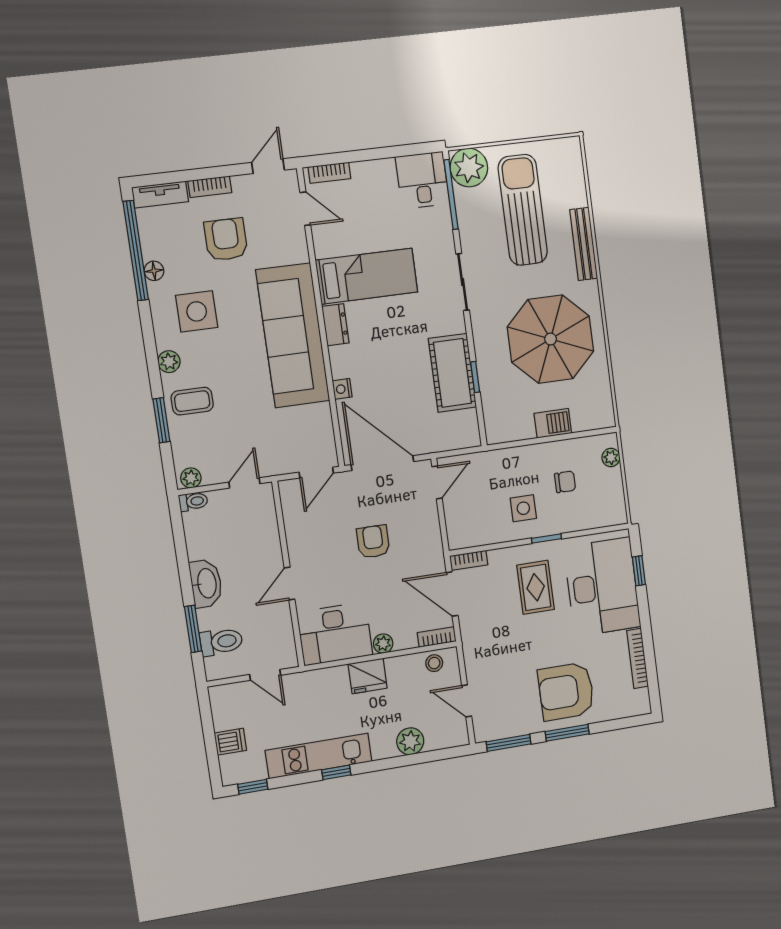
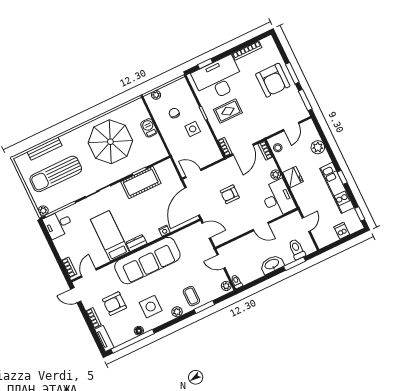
plant: (469, 168) -> (43, 211), width x0.53, depth x0.53
bench: (584, 244) -> (44, 149), moved

